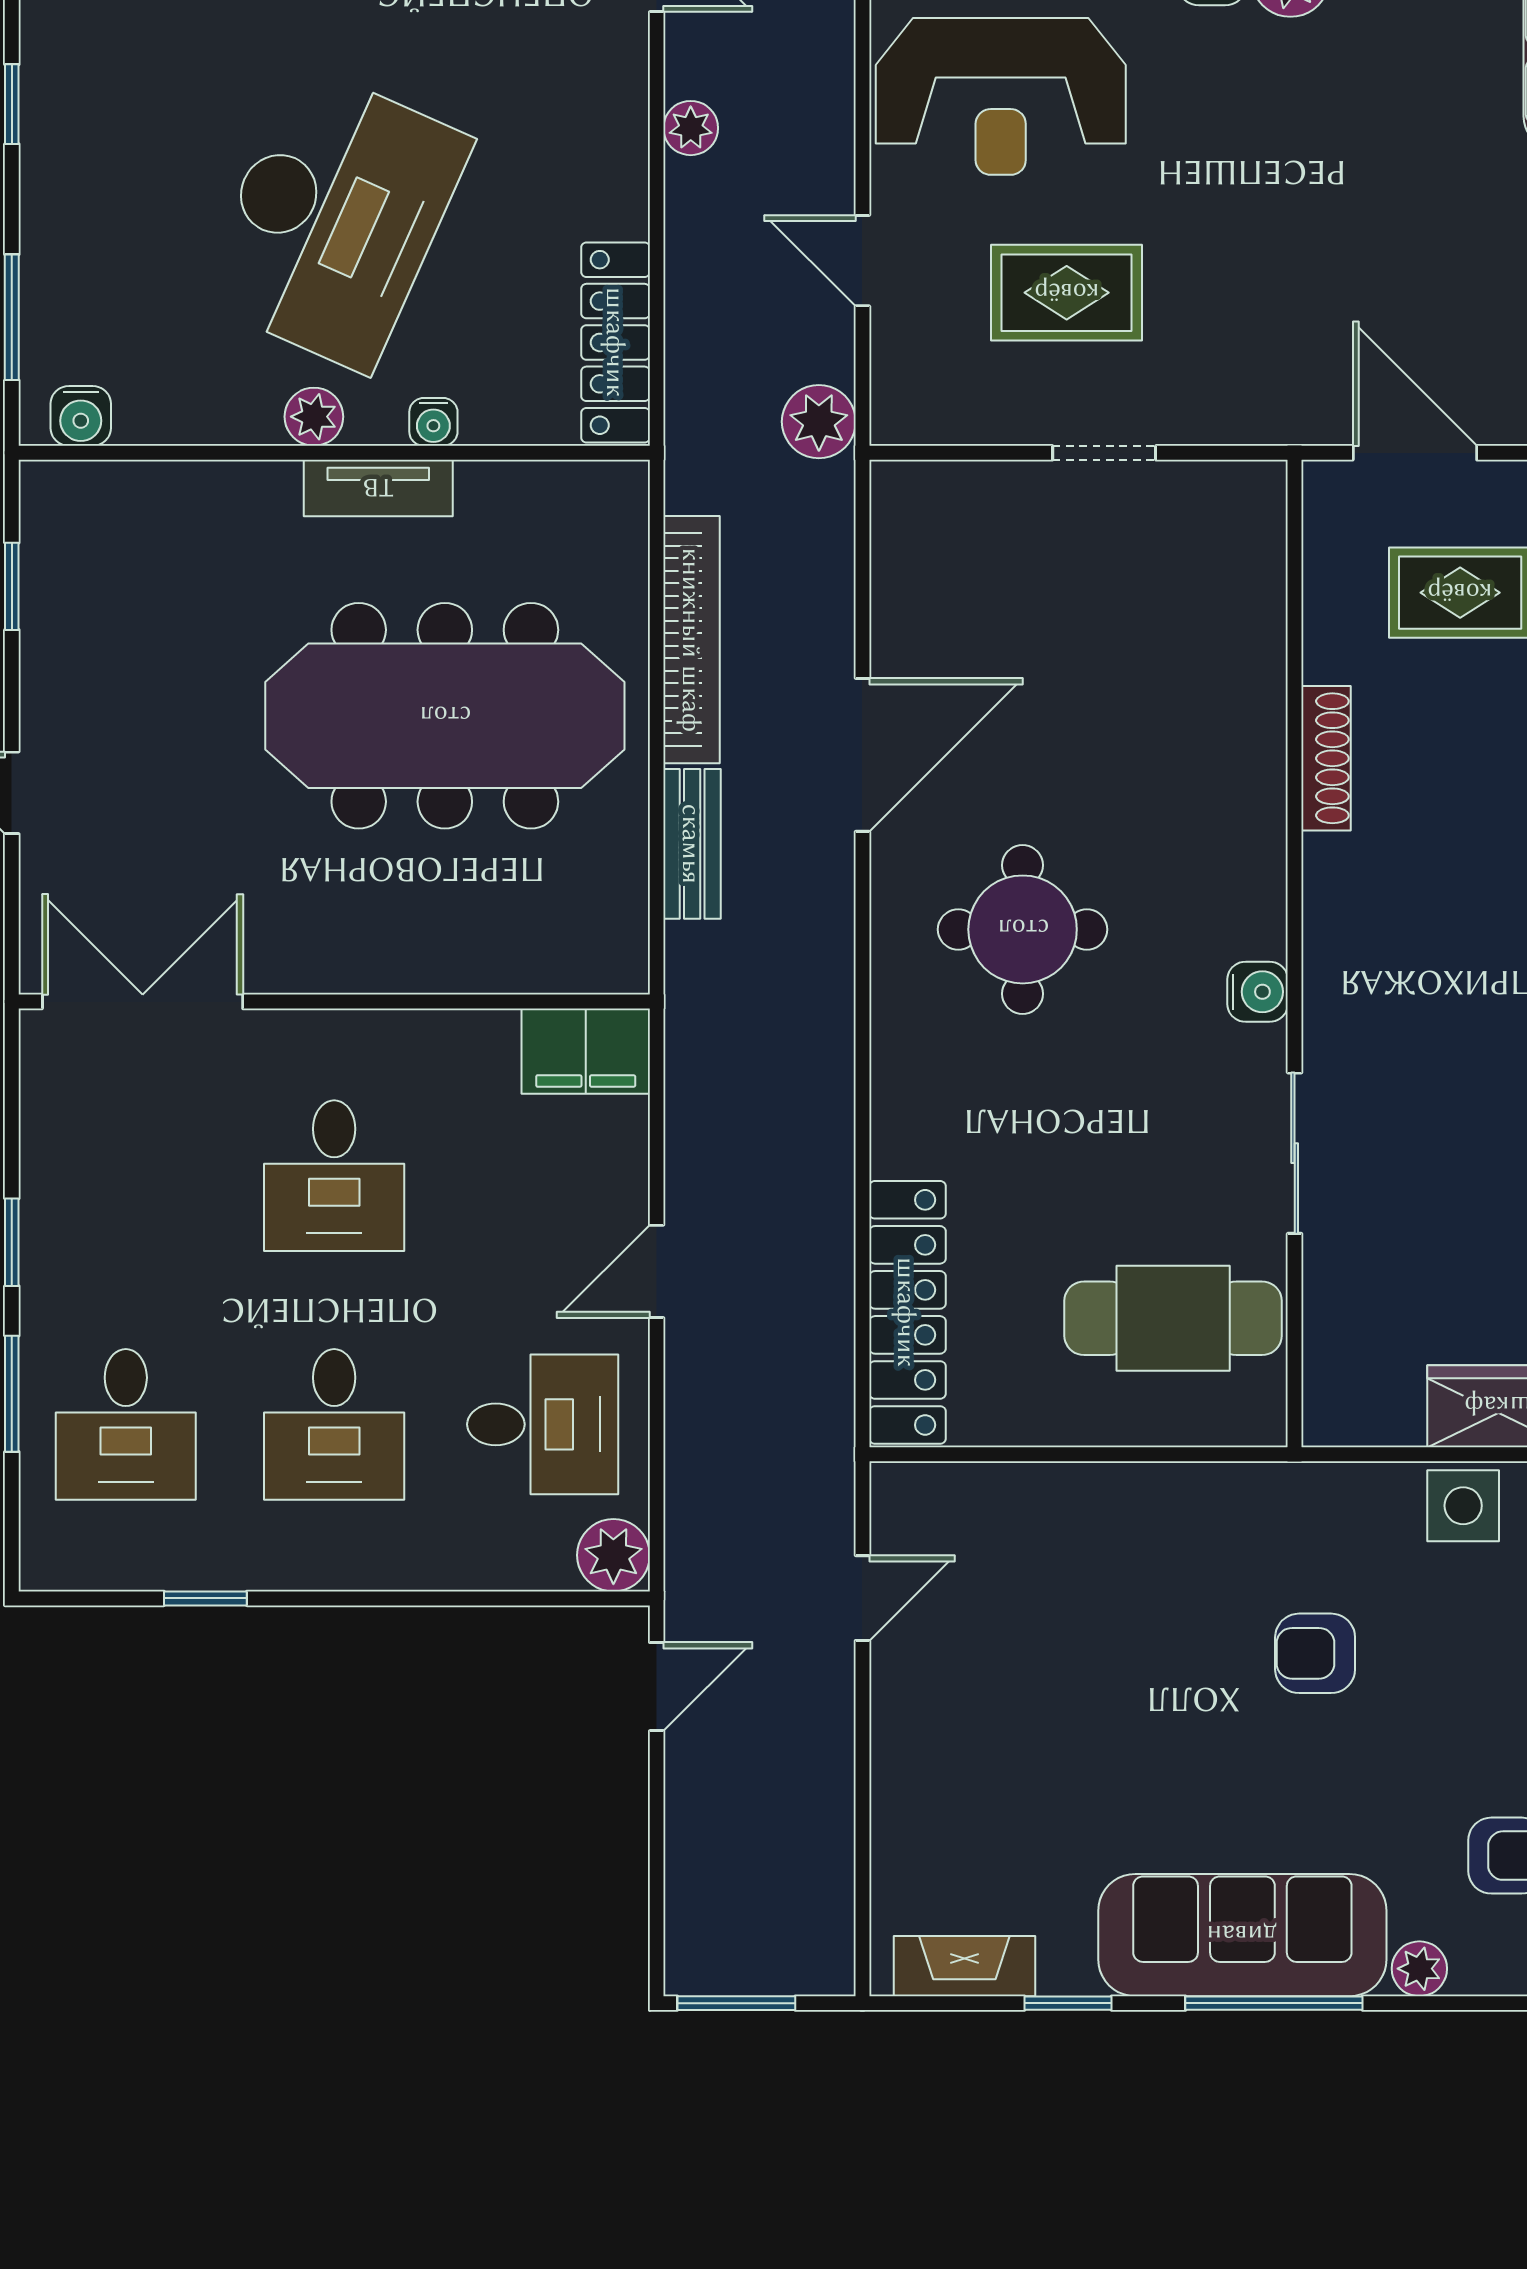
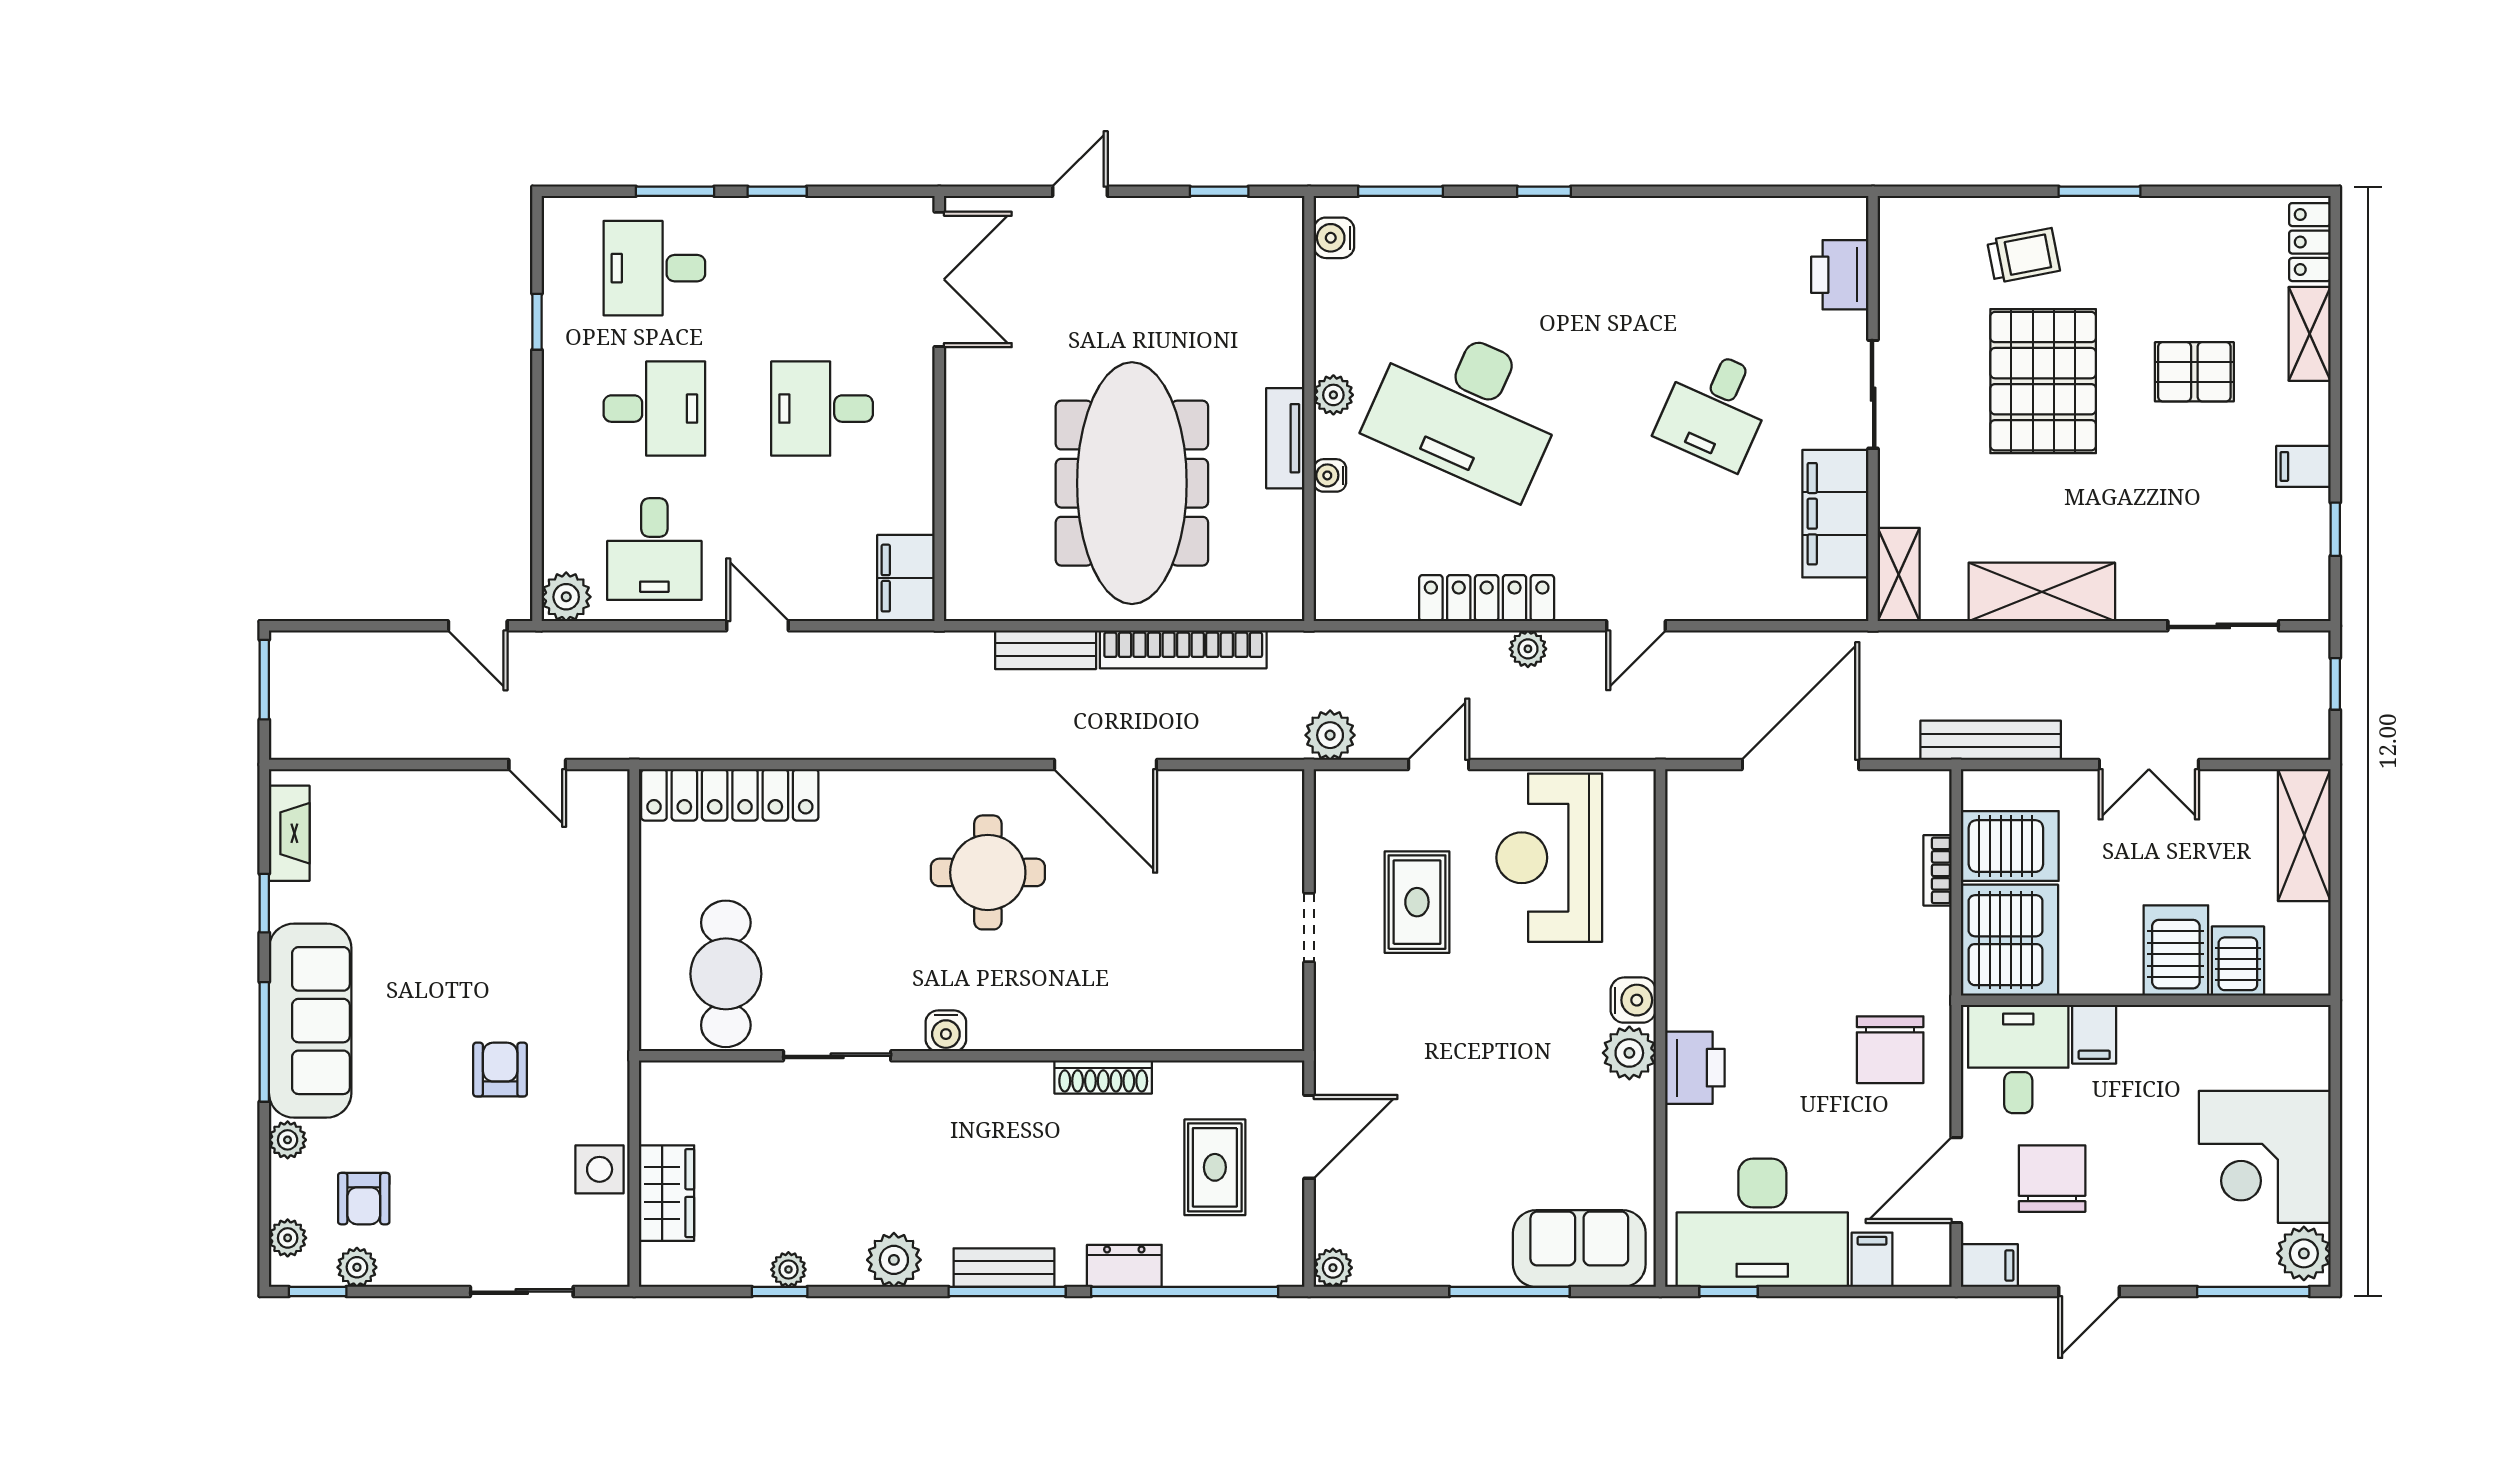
locker: (616, 342) -> (1487, 598), moved
desk: (334, 1424) -> (654, 409), turned 180

